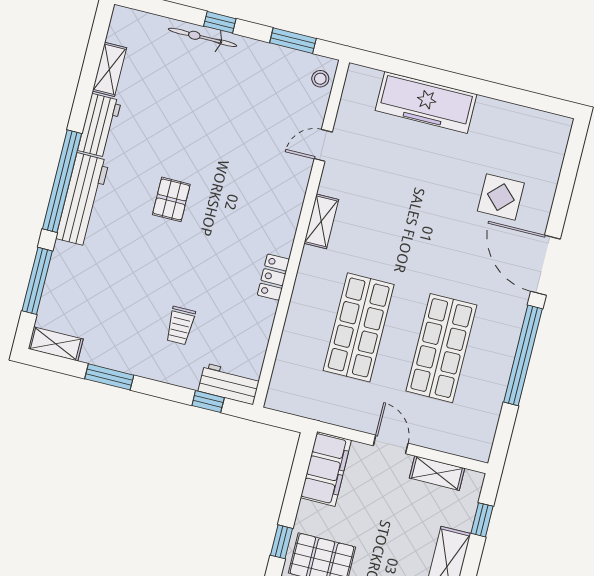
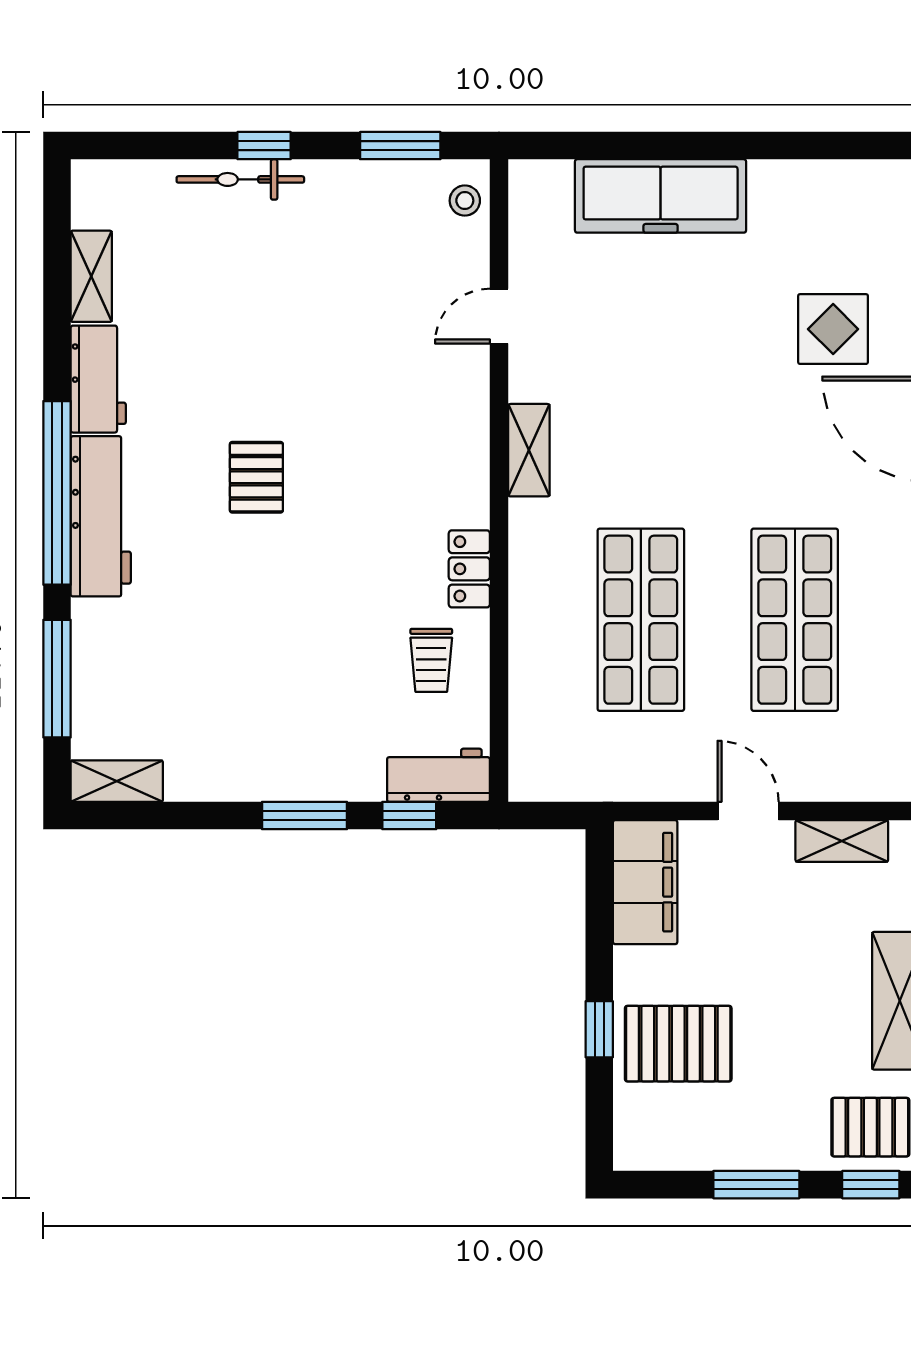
trolley: (180, 326) -> (431, 660), moved
window: (109, 377) -> (305, 815), moved

